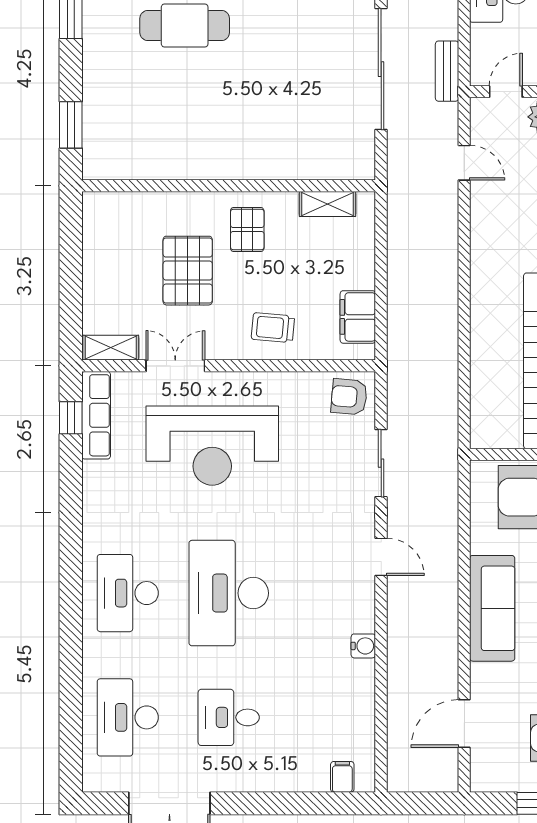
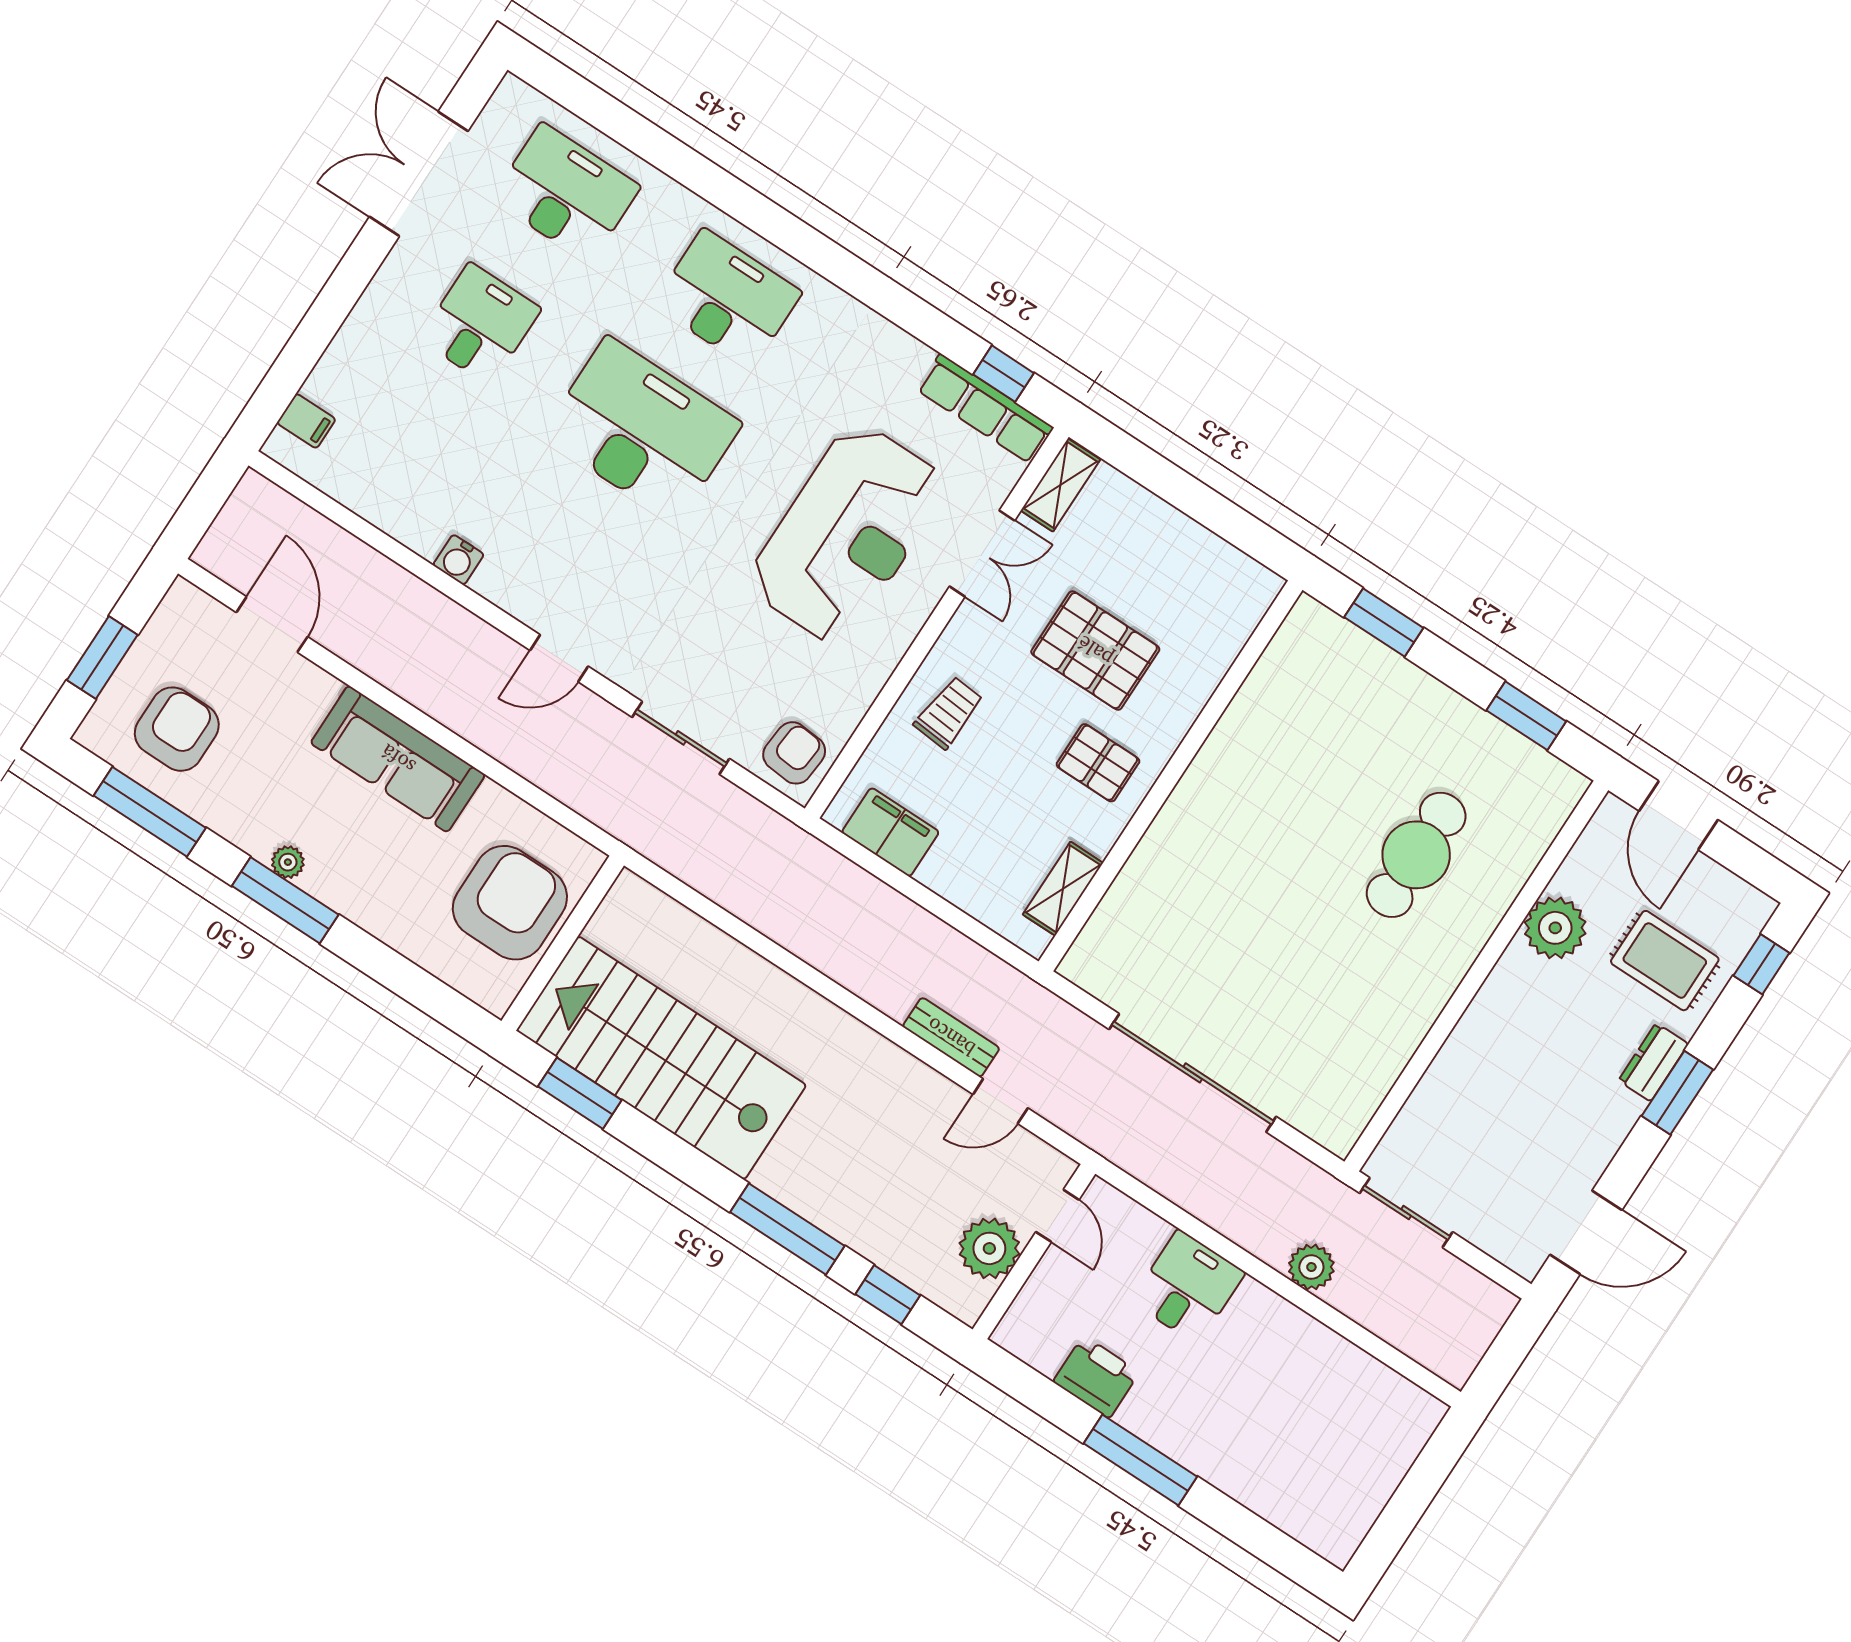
bench: (447, 71) -> (951, 1037), moved
reception desk: (212, 446) -> (847, 534), turned 180

